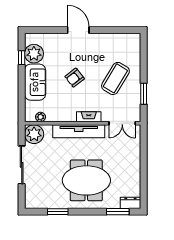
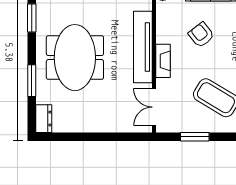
armchair: (75, 78) -> (201, 35), moved
window: (118, 212) -> (32, 81), moved

